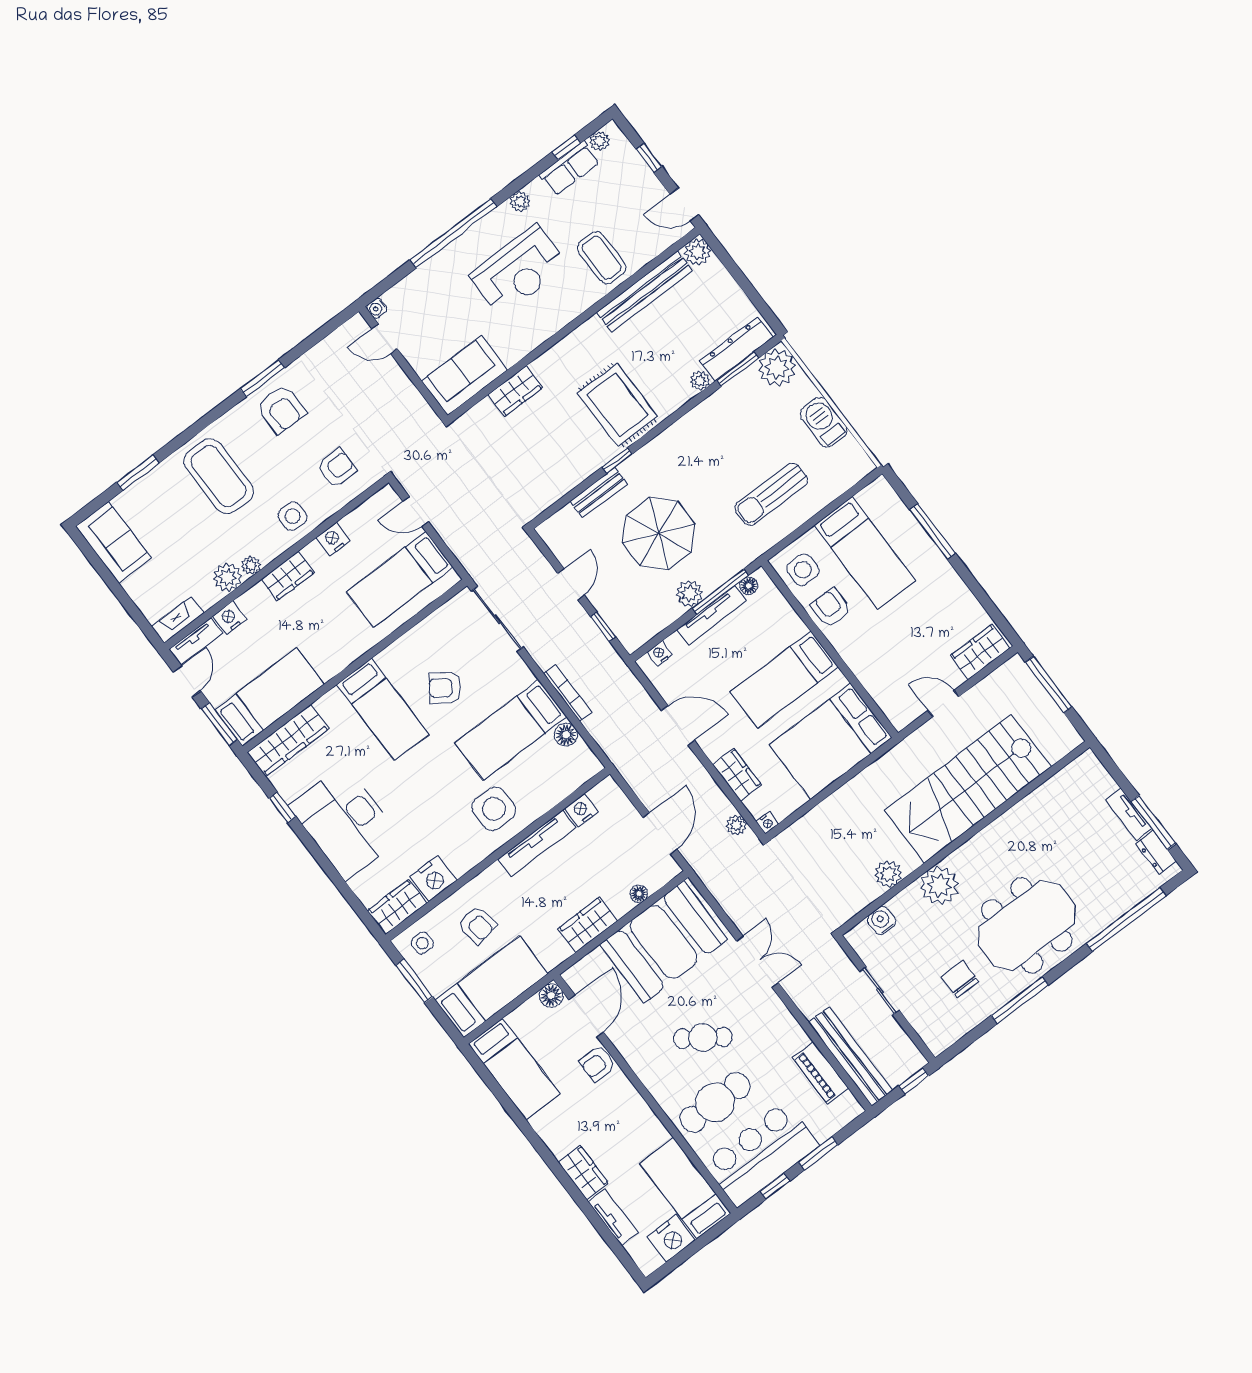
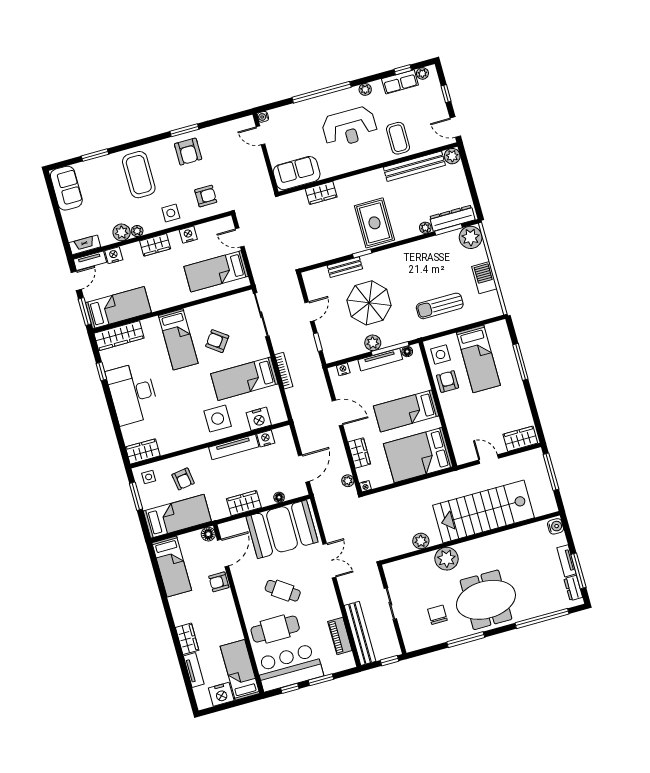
floor lamp: (566, 735) -> (274, 393), removed
nightstand: (433, 879) -> (259, 419), moved
water cooler: (881, 920) -> (556, 526), moved, turned 90

